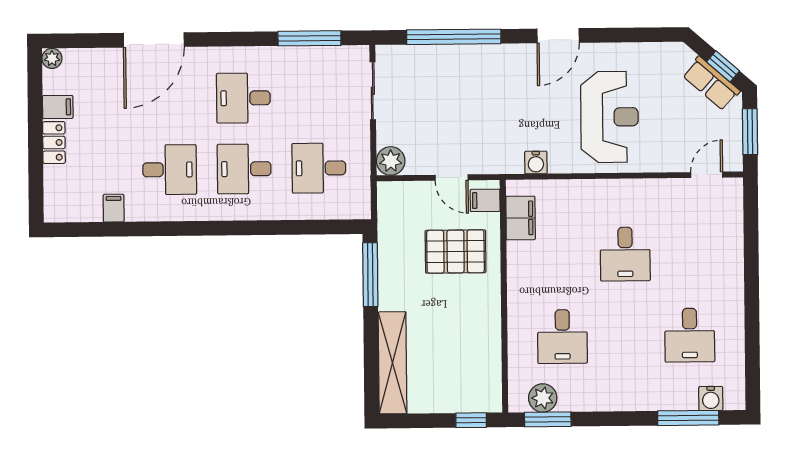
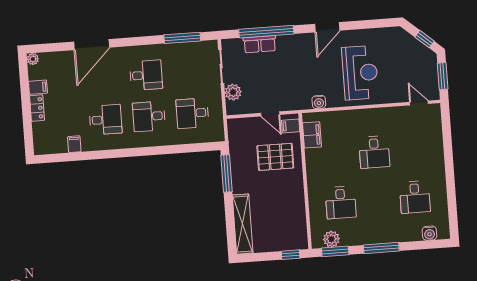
row of seats: (711, 83) -> (260, 44), moved, turned -41
desk: (243, 98) -> (146, 75), turned 180
plant: (391, 161) -> (233, 92), moved
door: (707, 175) -> (419, 103), hinge flipped
window: (688, 418) -> (381, 248), moved

